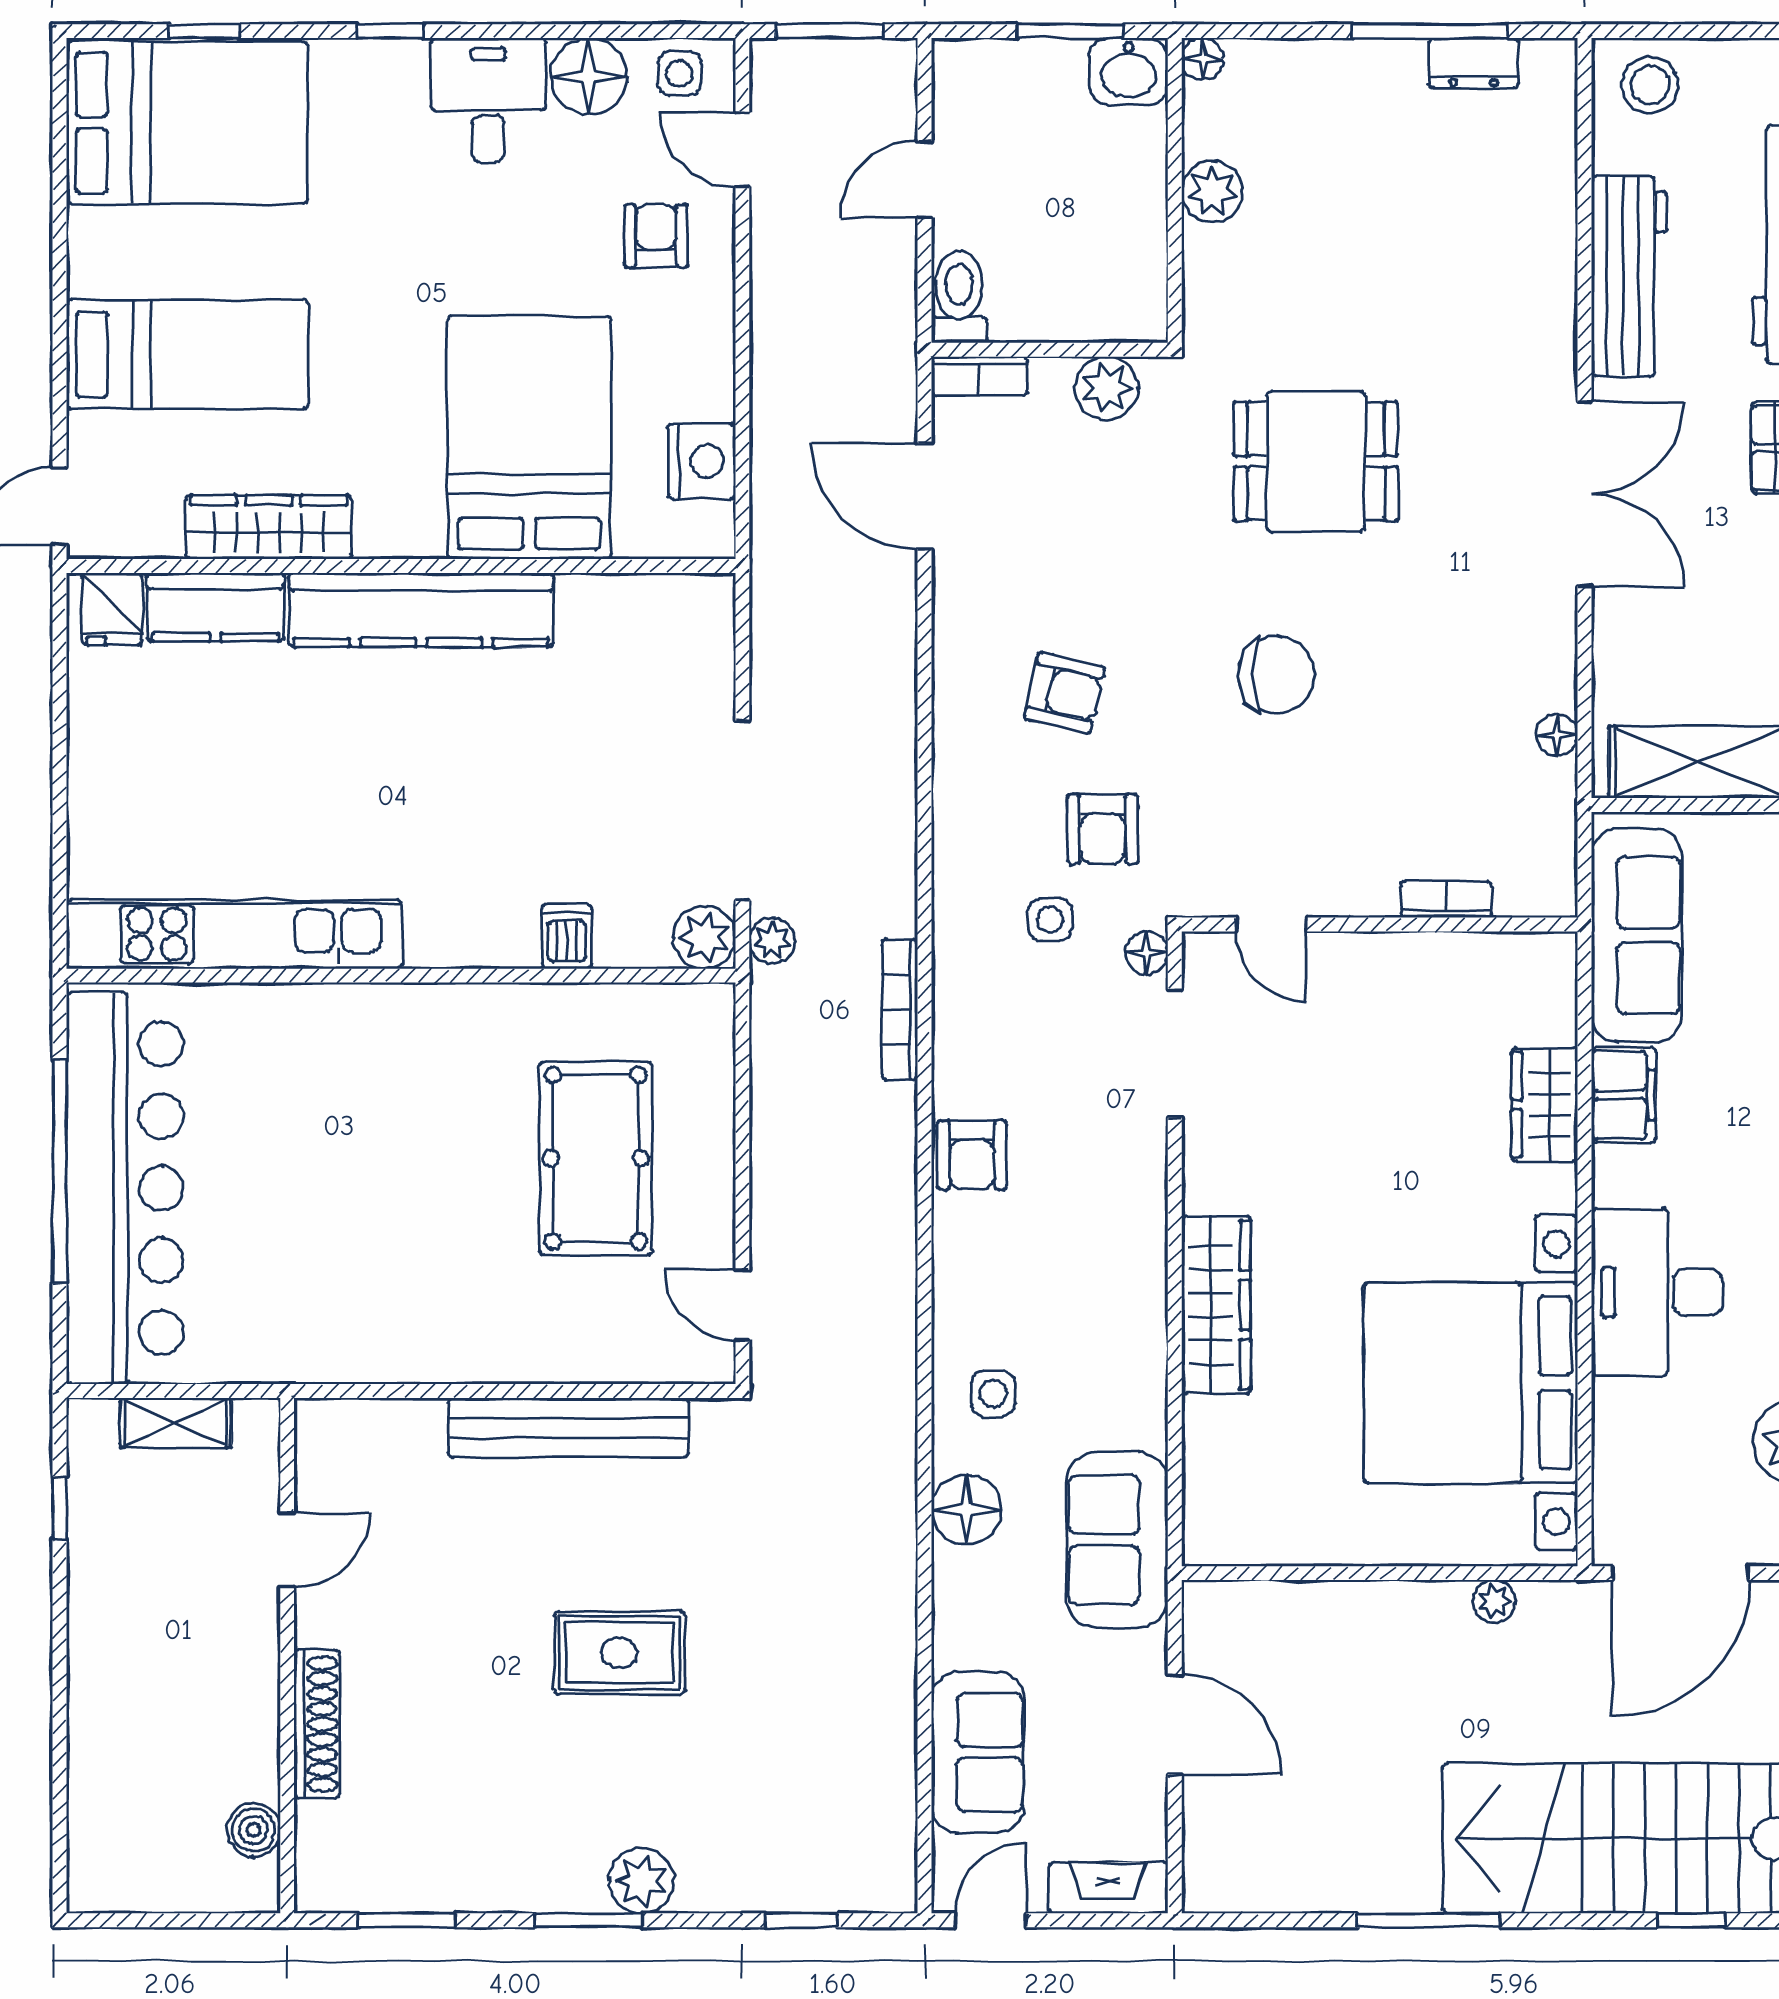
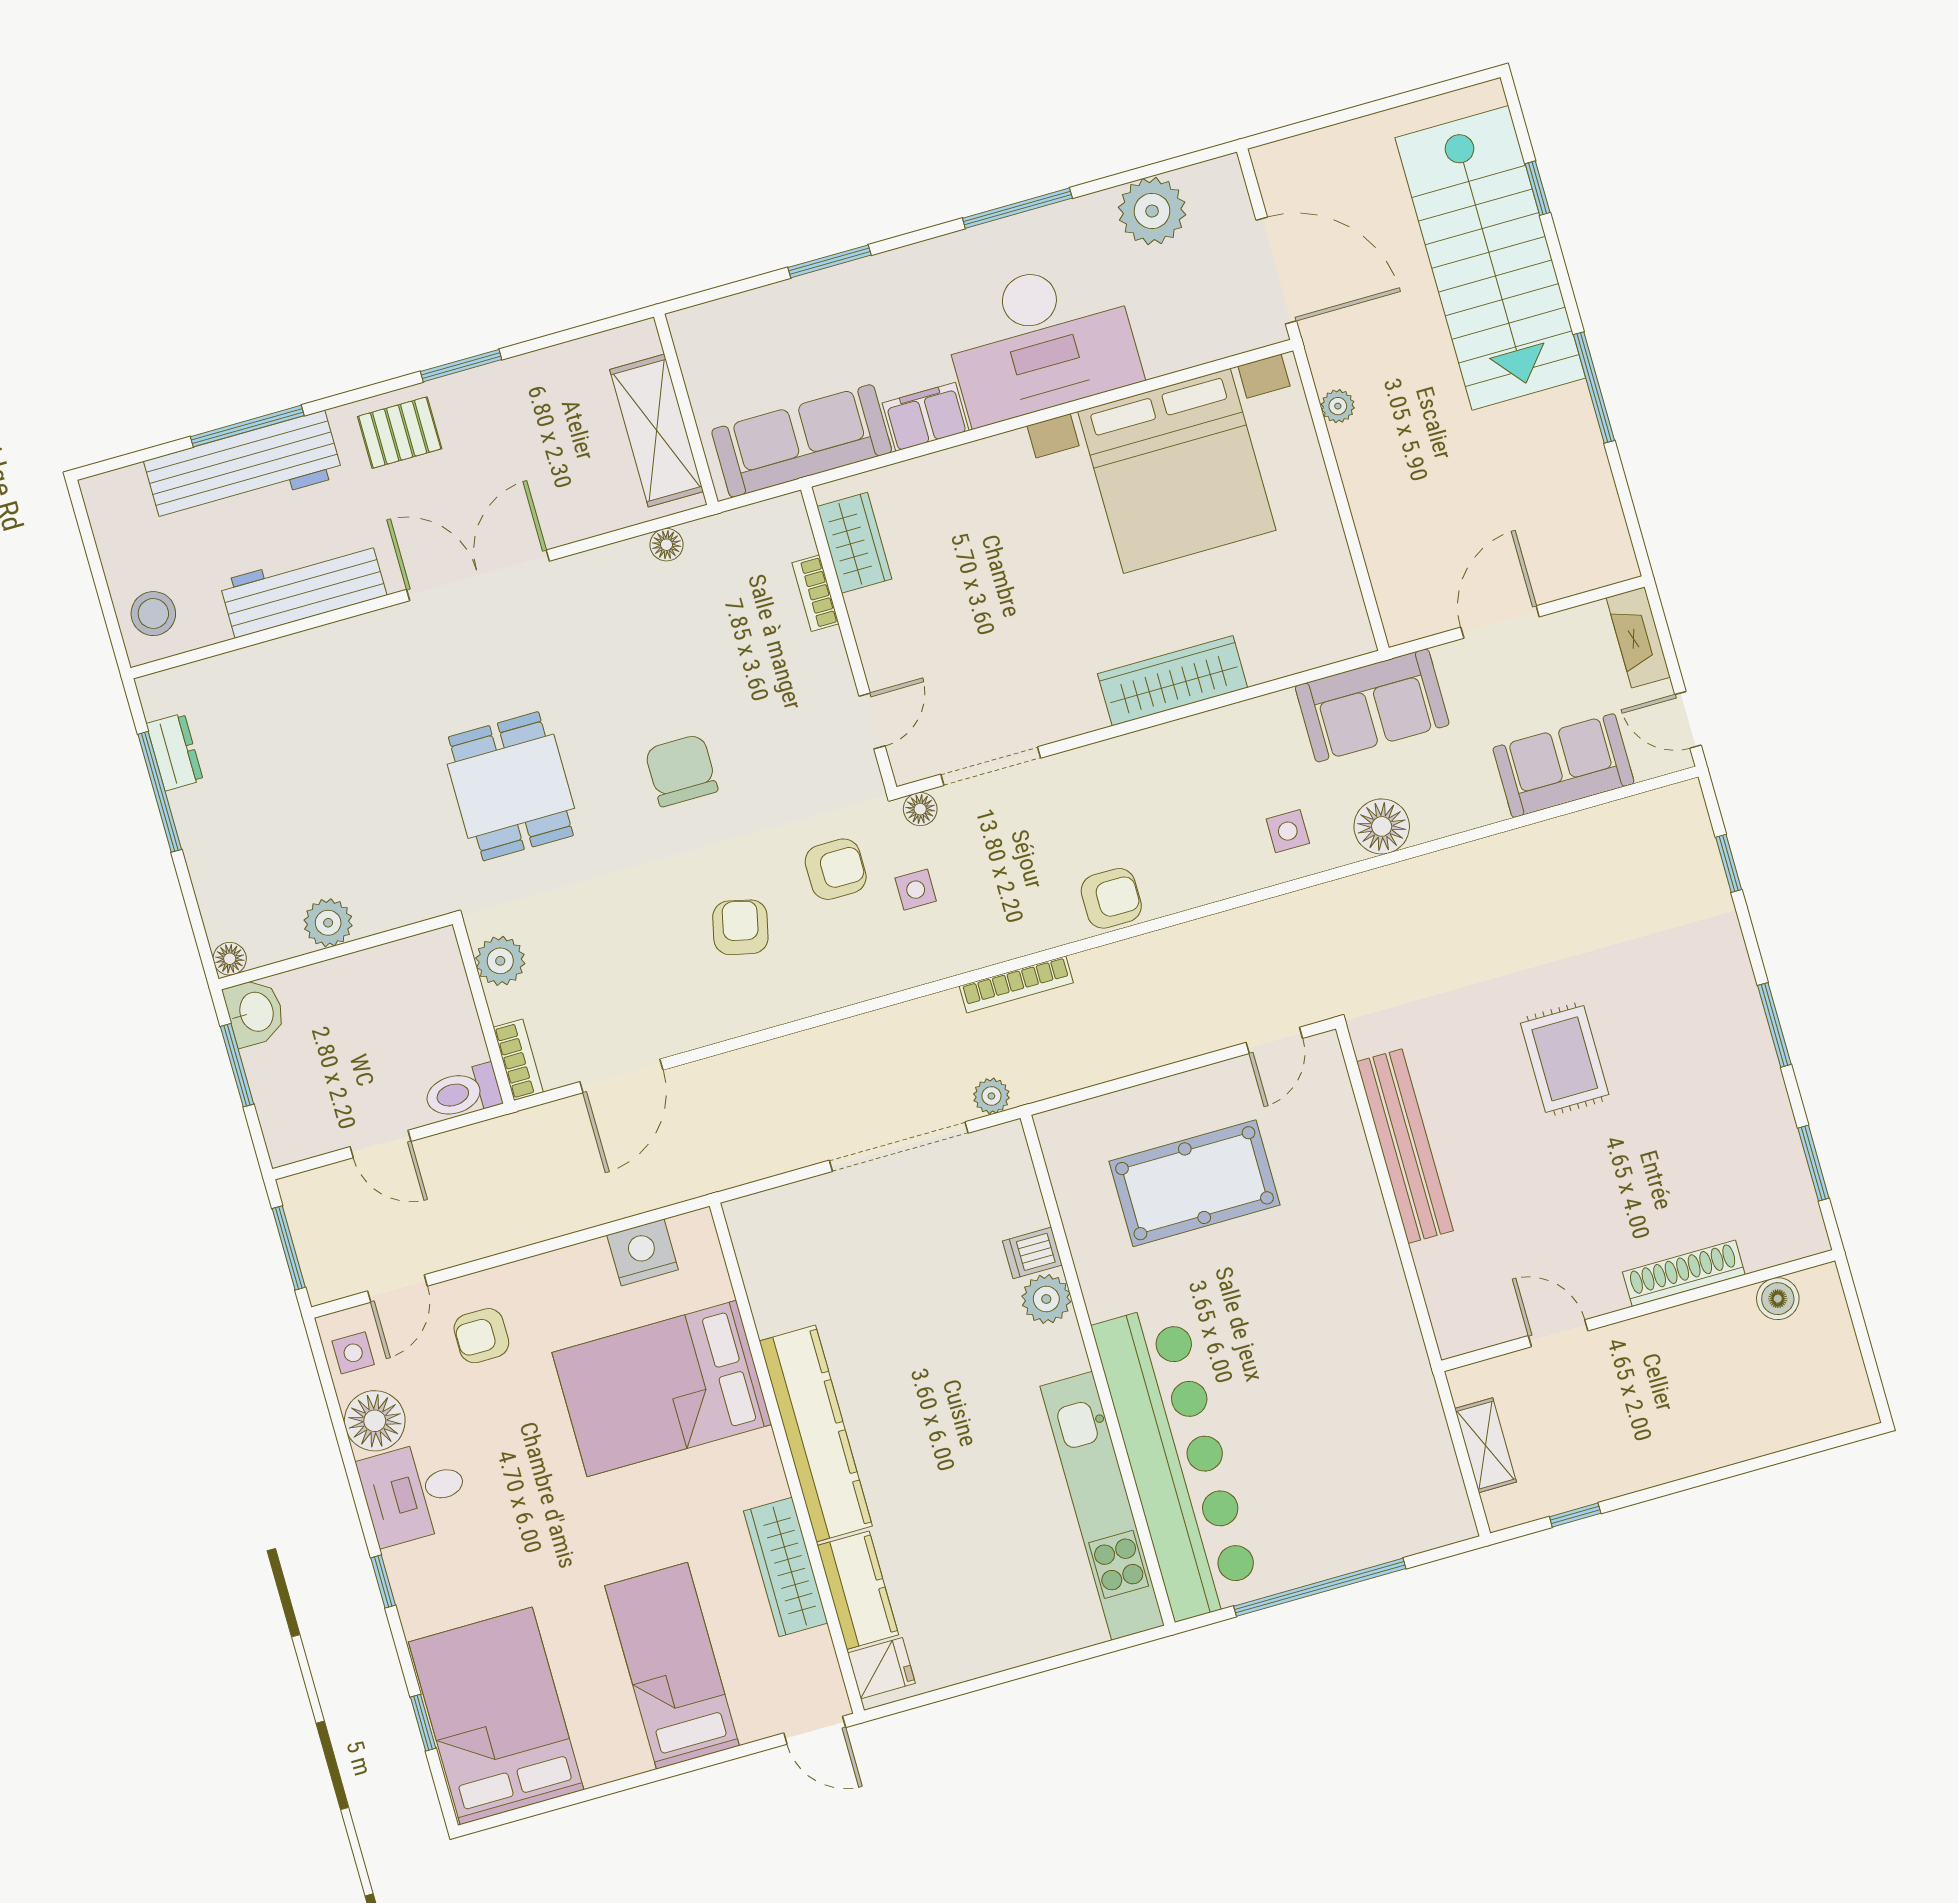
plant: (704, 938) -> (1046, 1299), moved
wardrobe: (1544, 1105) -> (854, 543), moved, turned -90
bar counter: (125, 1188) -> (1177, 1461), moved, turned 90
desk: (1657, 1292) -> (1041, 340), width x1.36, depth x1.30
plant: (642, 1881) -> (1733, 993), removed

